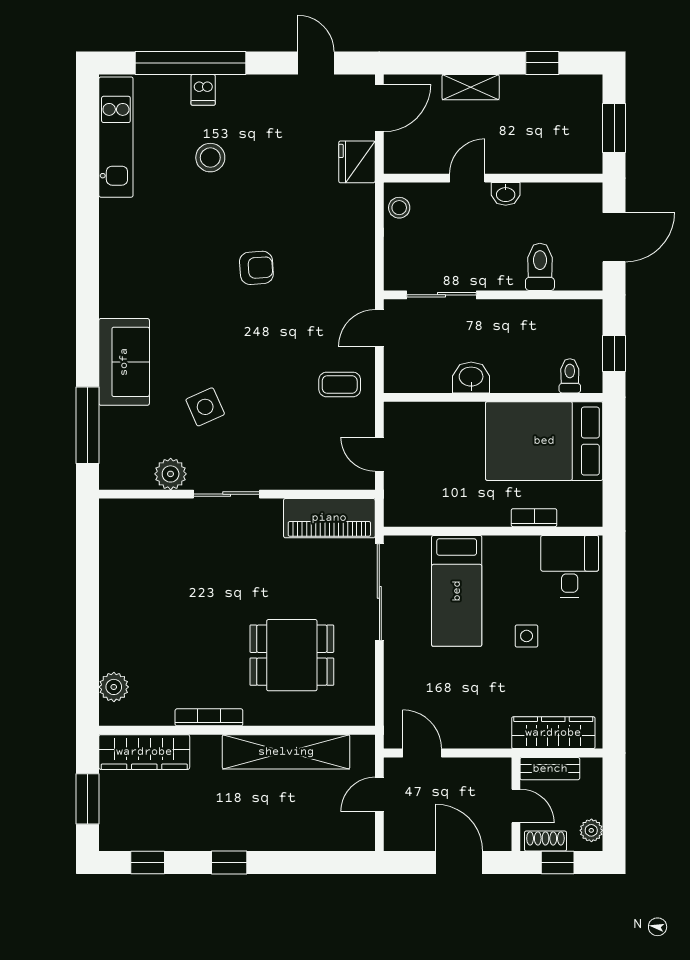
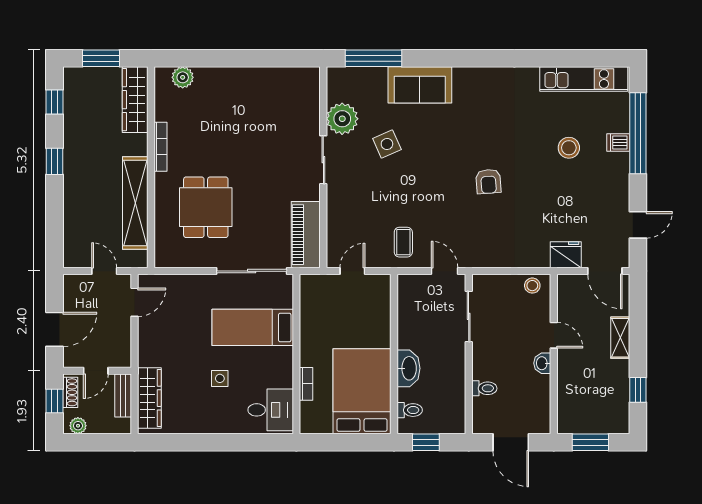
toilet: (540, 267) -> (484, 388), width x0.73, depth x0.72
washbasin: (471, 377) -> (408, 368), moved, width x1.38
plant: (171, 474) -> (342, 119), width x1.36, depth x1.36

